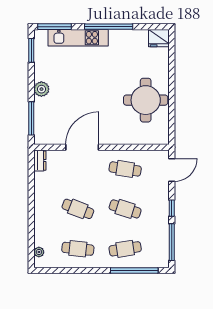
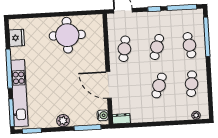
kitchen unit: (78, 38) -> (19, 93), width x1.36
fridge: (159, 38) -> (17, 38), moved
water cooler: (45, 138) -> (103, 115), added

